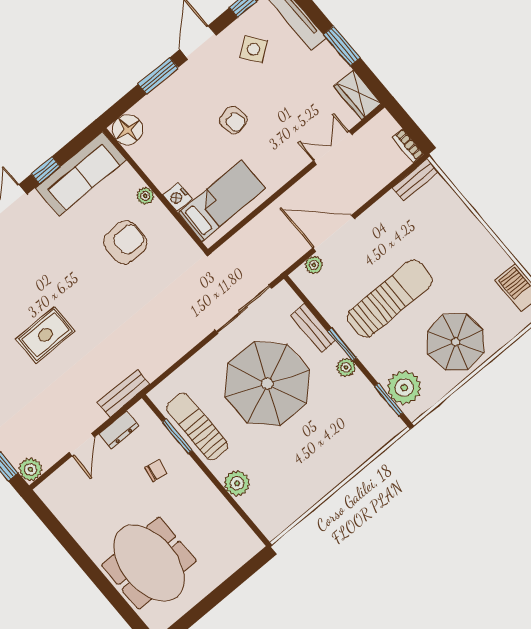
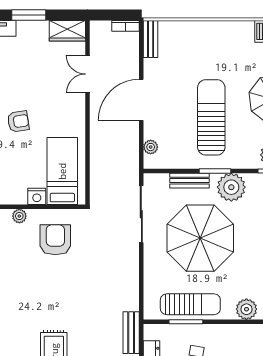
door: (334, 233) -> (141, 100), moved
armchair: (125, 242) -> (55, 240), moved
plant: (346, 367) -> (231, 187), width x1.88, depth x1.88
sun lounger: (197, 427) -> (190, 304), turned 180

